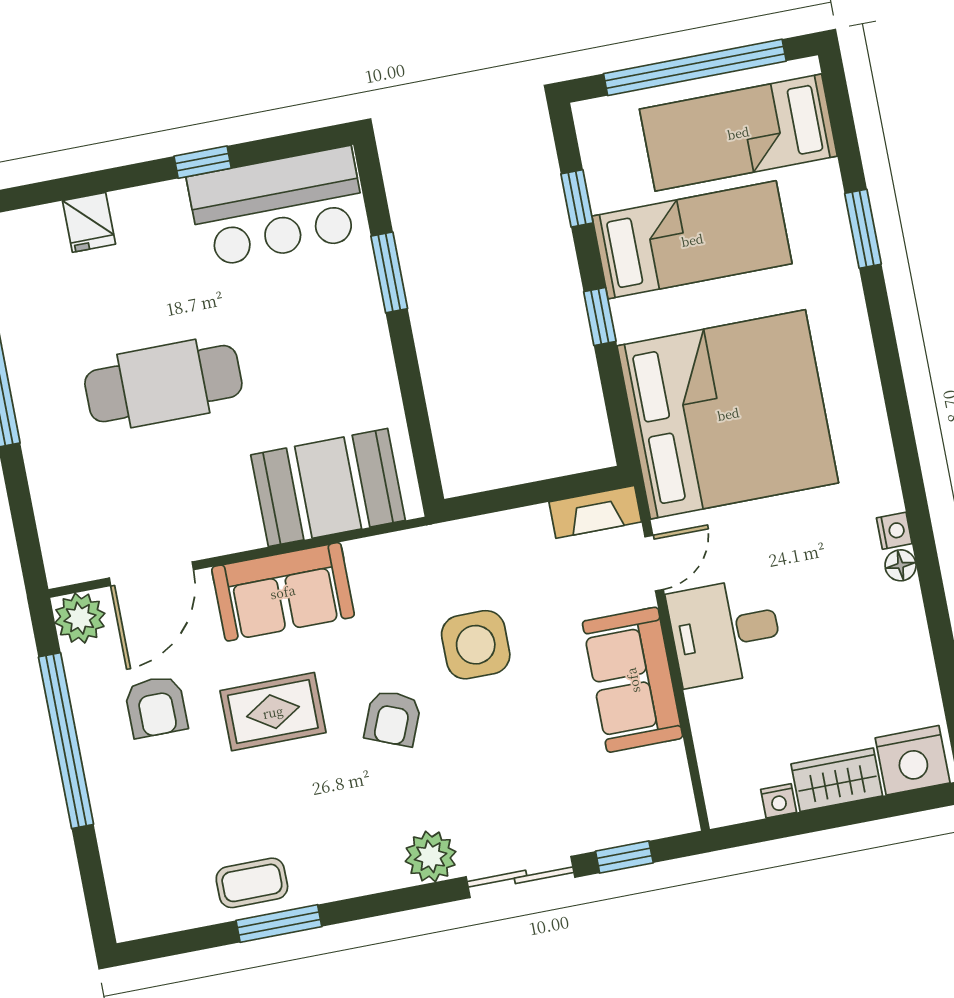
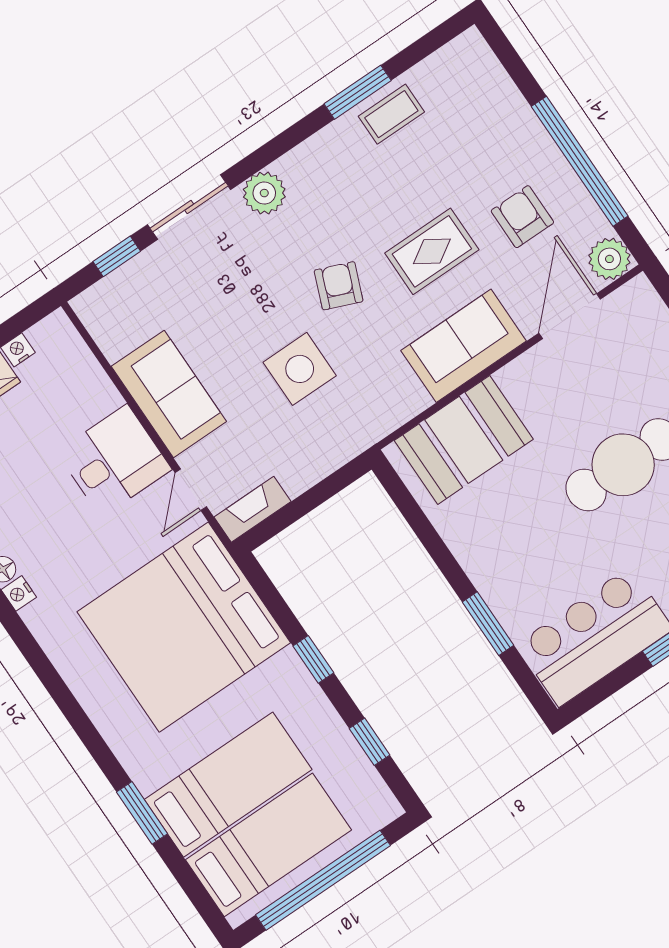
bed: (692, 240) -> (228, 785), moved, turned 180

